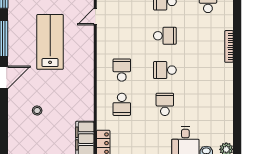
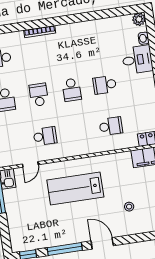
door: (95, 16) -> (30, 164), hinge flipped
lab bench: (50, 42) -> (75, 188), moved
school desk: (122, 70) -> (45, 136), moved, turned 180

